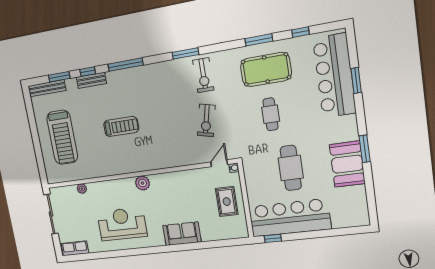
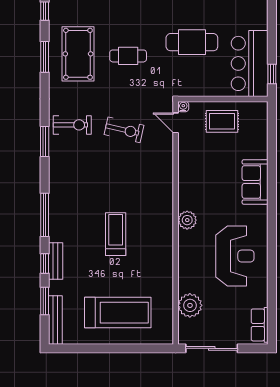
plant: (82, 189) -> (190, 305), width x1.88, depth x1.88
bar counter: (290, 218) -> (250, 63), width x0.73
reception desk: (122, 224) -> (235, 256), turned 180

